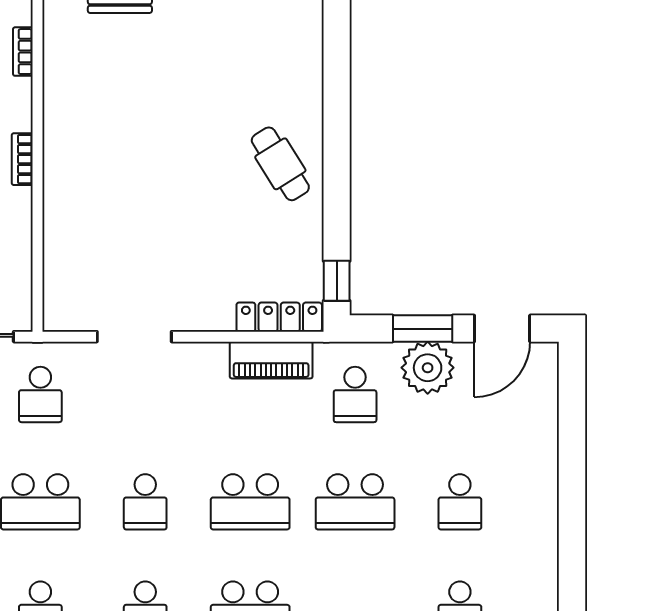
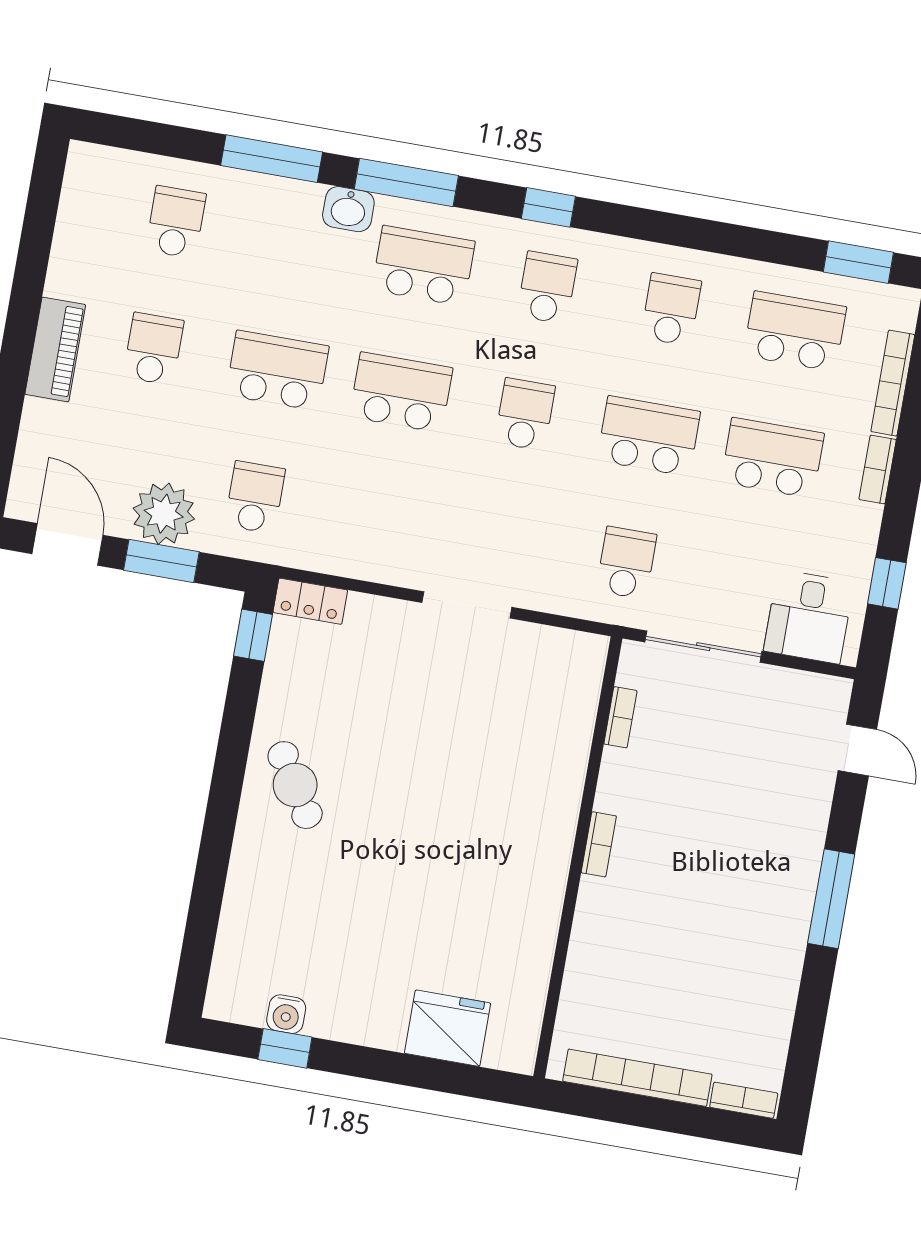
bookcase: (23, 52) -> (620, 717), moved
locker: (279, 317) -> (310, 601), width x0.66
door: (502, 329) -> (68, 544), hinge flipped
doorway: (134, 337) -> (467, 605), moved
piano: (271, 360) -> (55, 349), moved, turned 90

